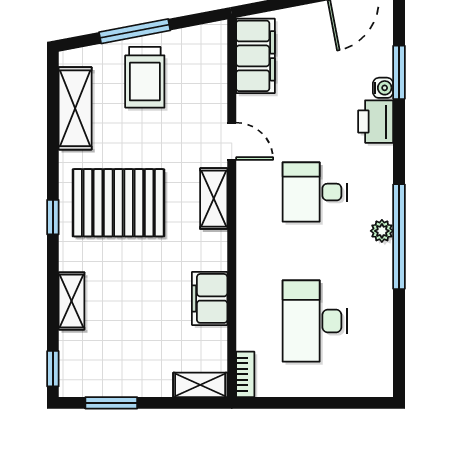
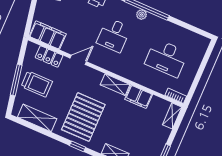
locker: (212, 78) -> (49, 57), added
shelving: (214, 199) -> (115, 85), moved

